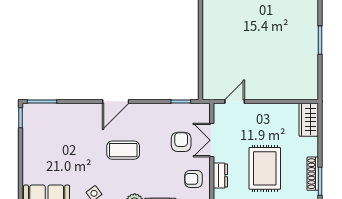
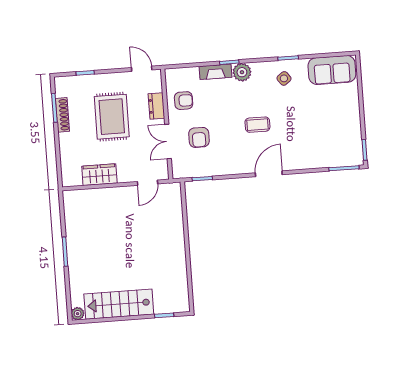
wardrobe: (309, 120) -> (99, 175), moved, turned -90
double door: (212, 140) -> (168, 142), swing flipped
coffee table: (123, 150) -> (257, 125), width x0.73, depth x0.77

